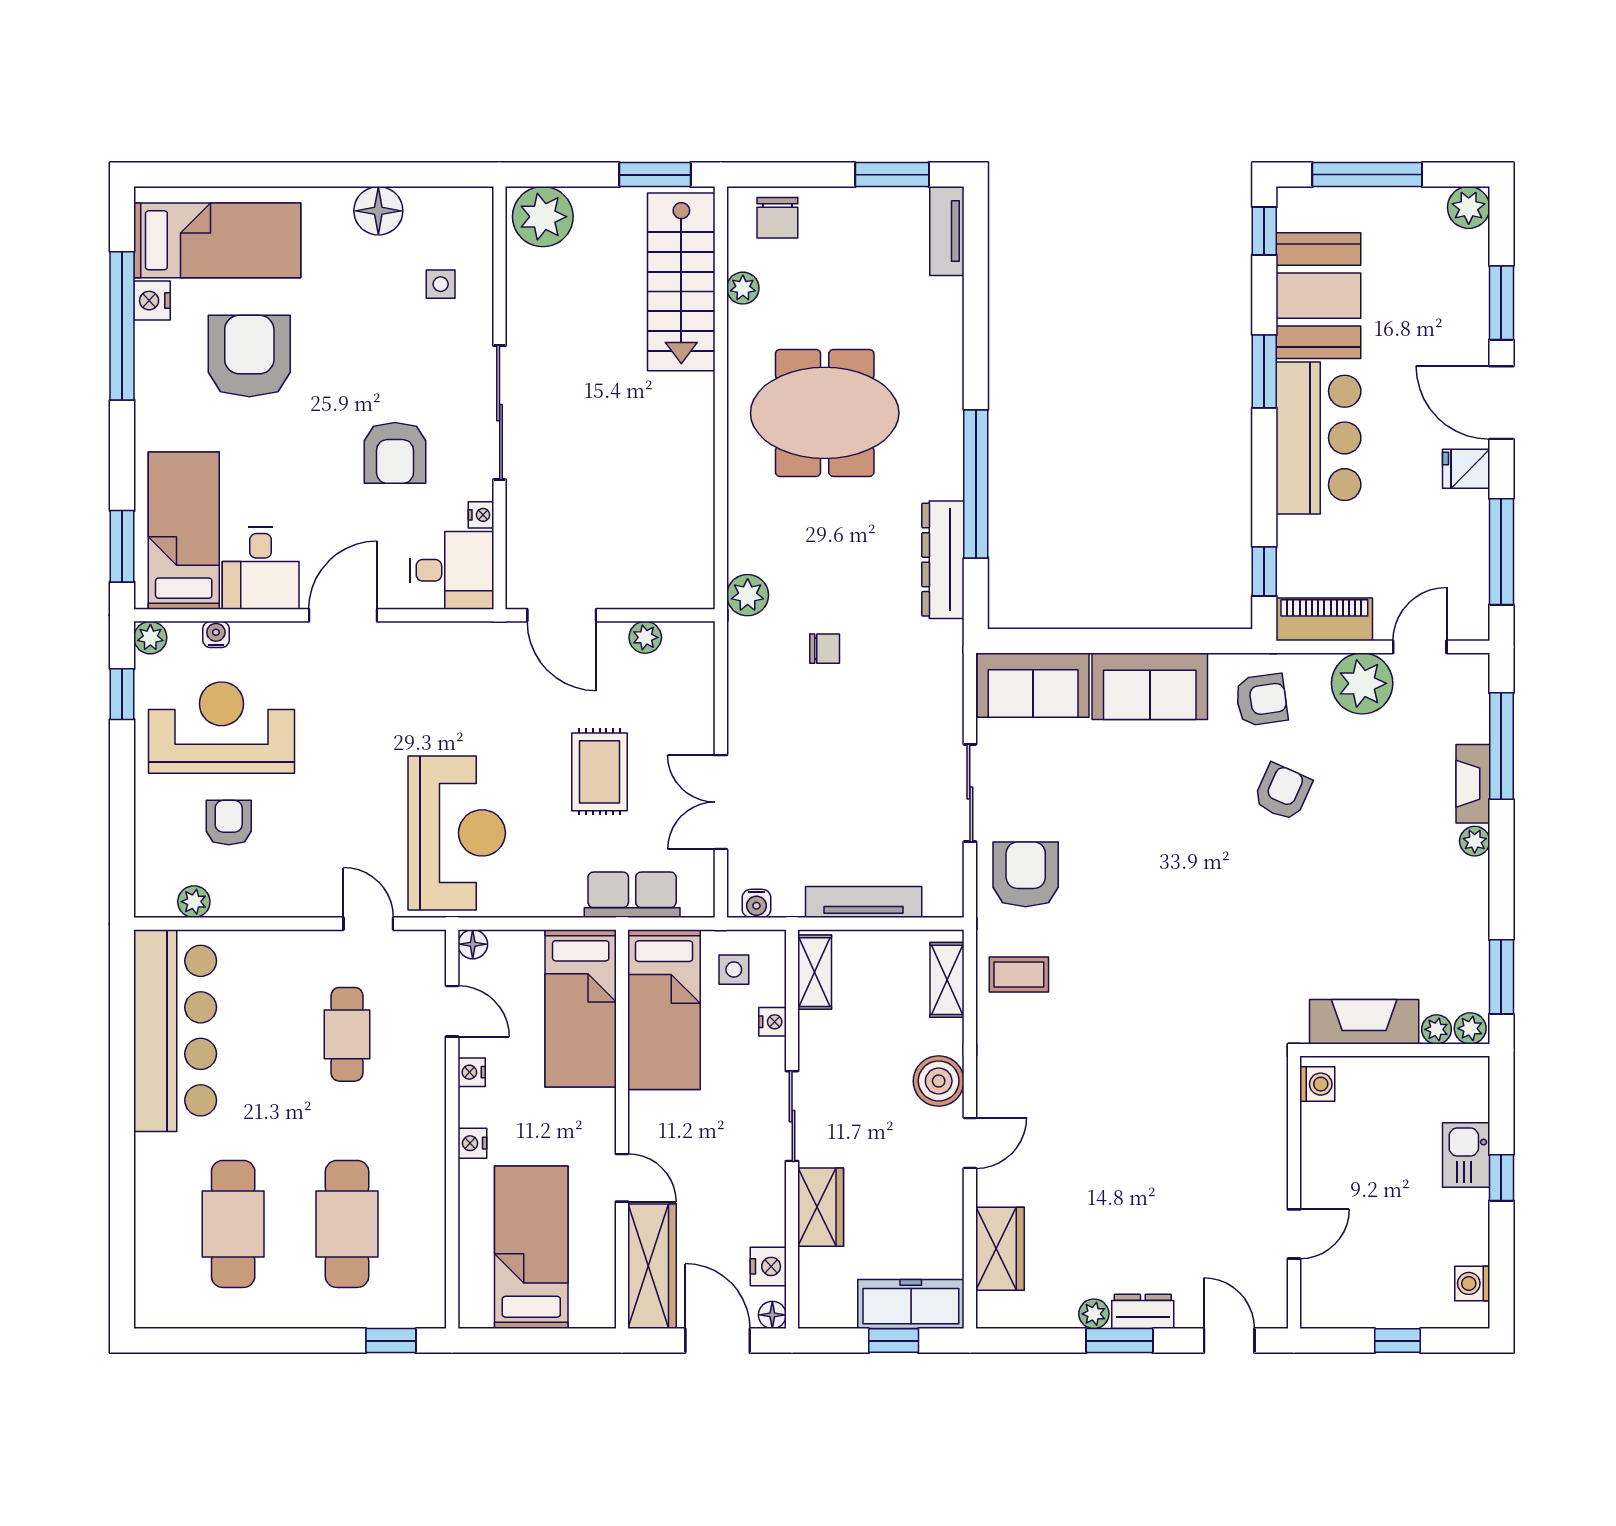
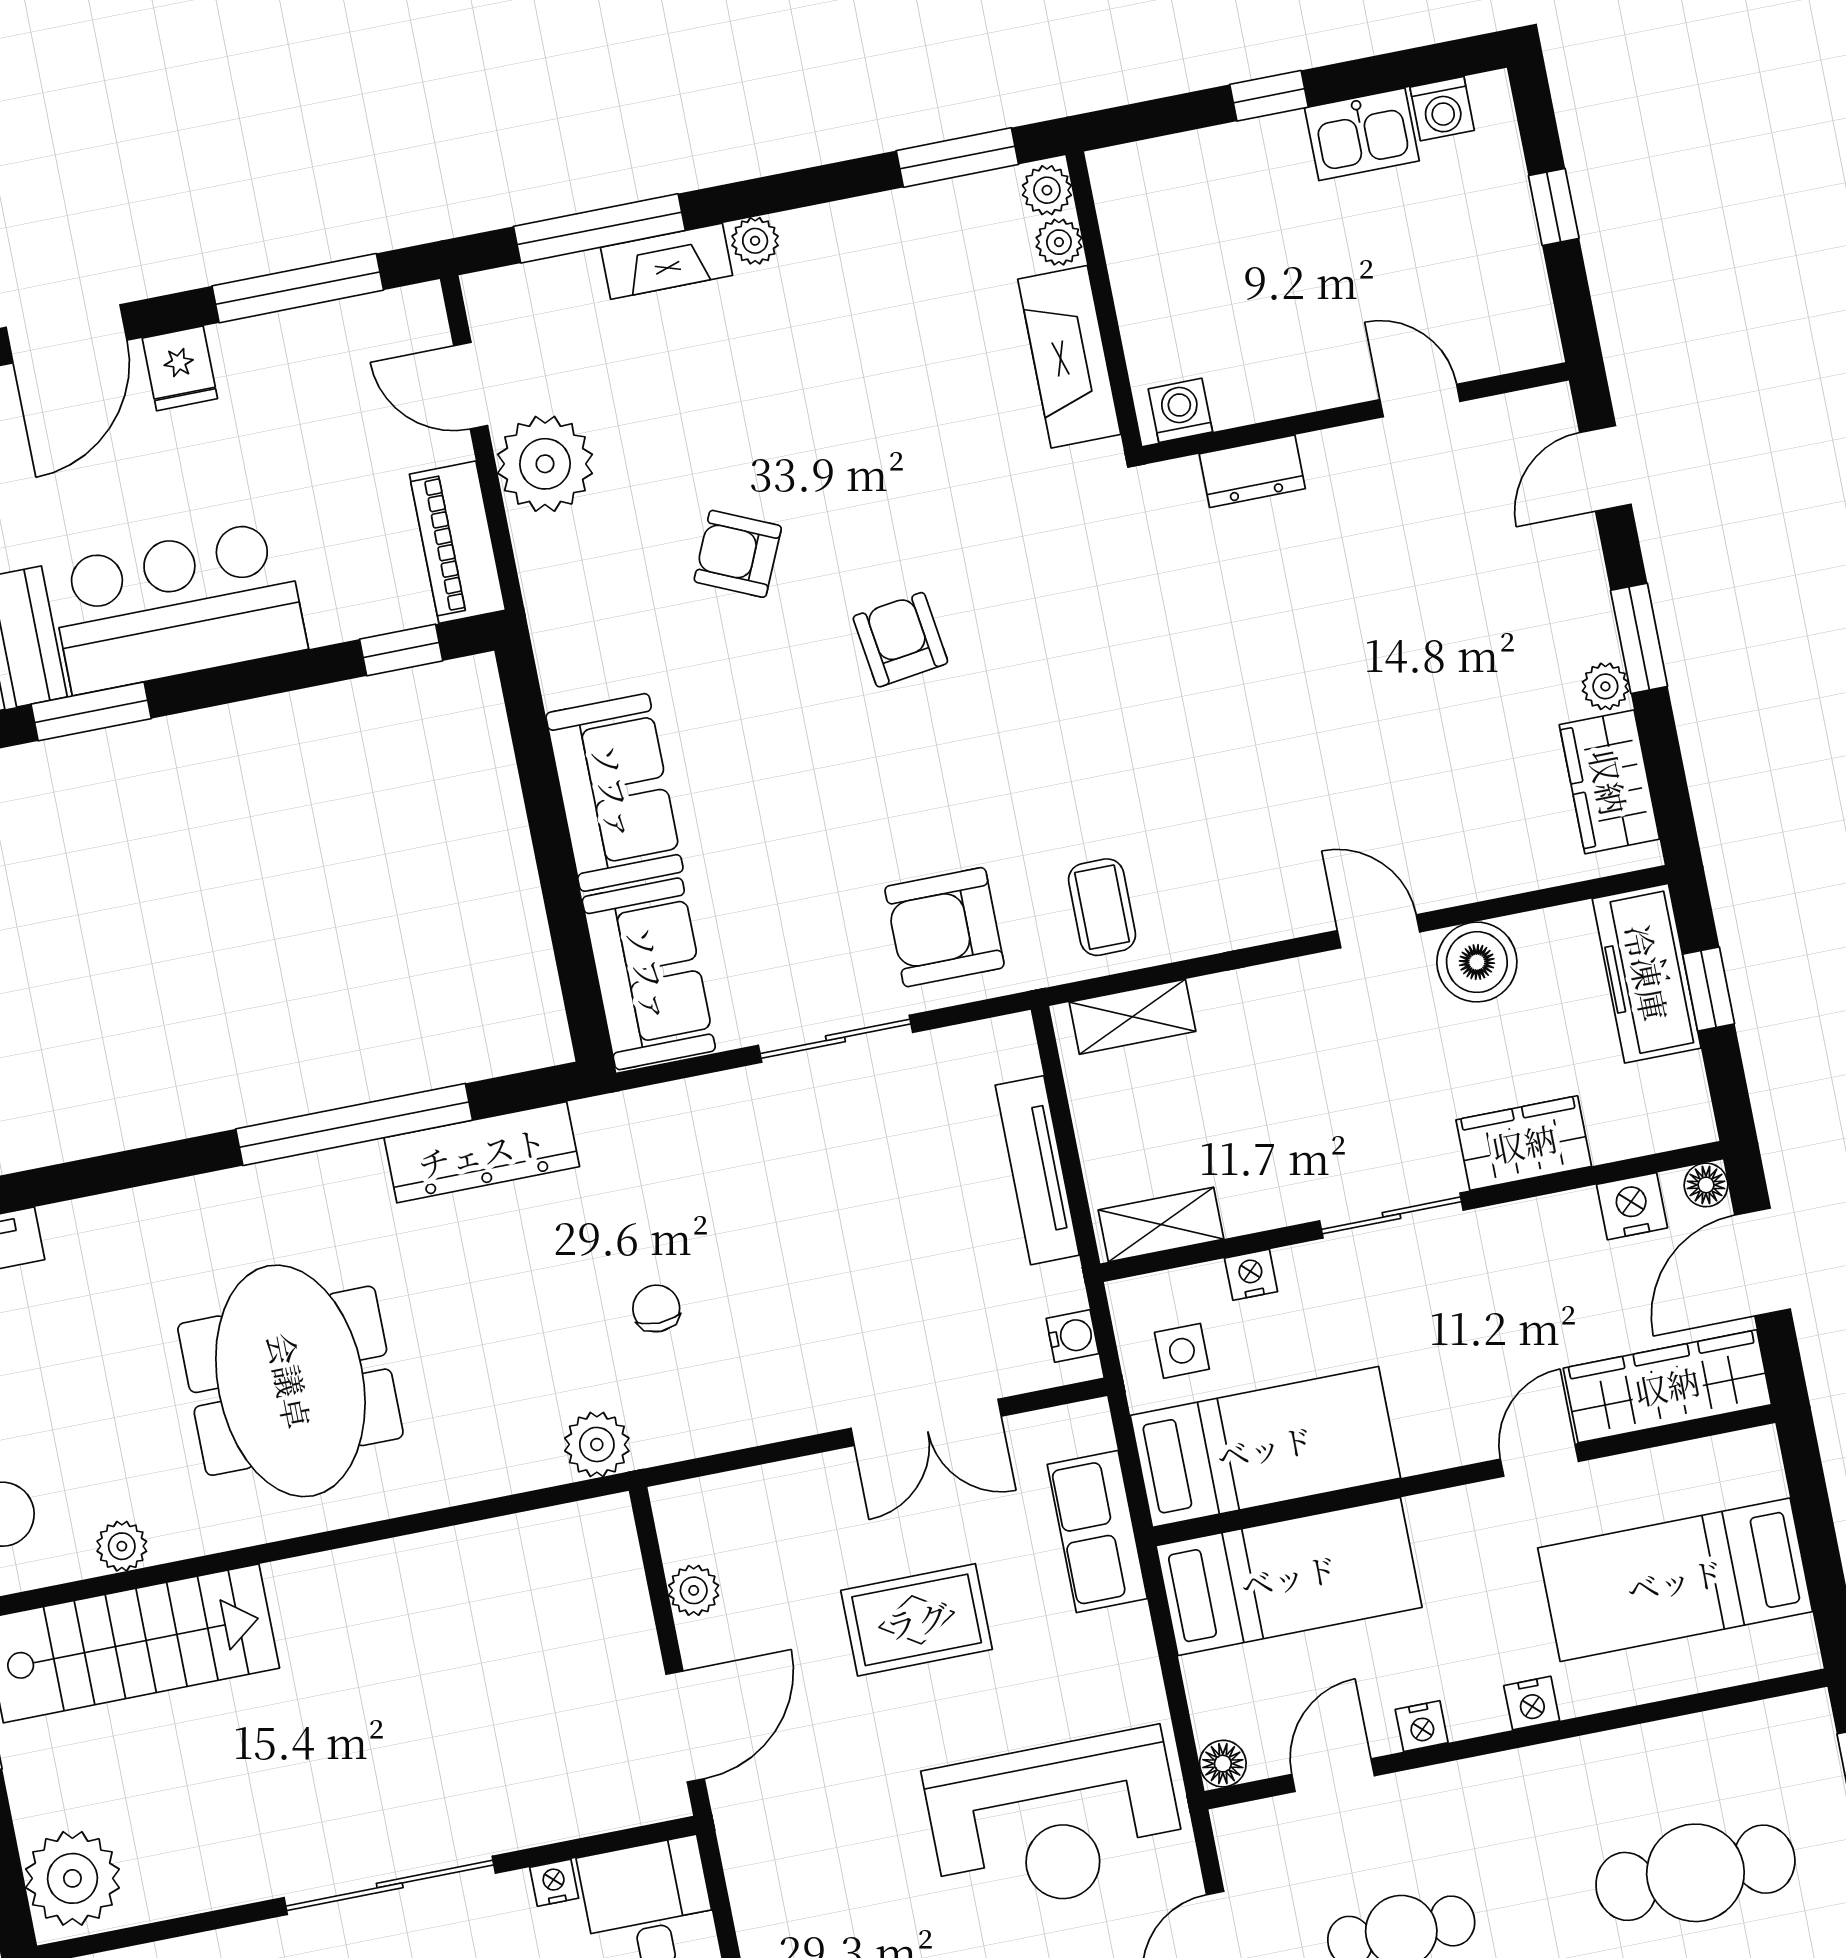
armchair: (1261, 700) -> (900, 640), moved
reception desk: (457, 833) -> (1055, 1823), turned 180
boiler: (939, 1081) -> (1477, 962), moved
kitchen sink: (1466, 1155) -> (1362, 134), moved
wardrobe: (1000, 1249) -> (1609, 782), moved, turned -90
dresser: (1143, 1311) -> (1252, 471), moved, turned -90

